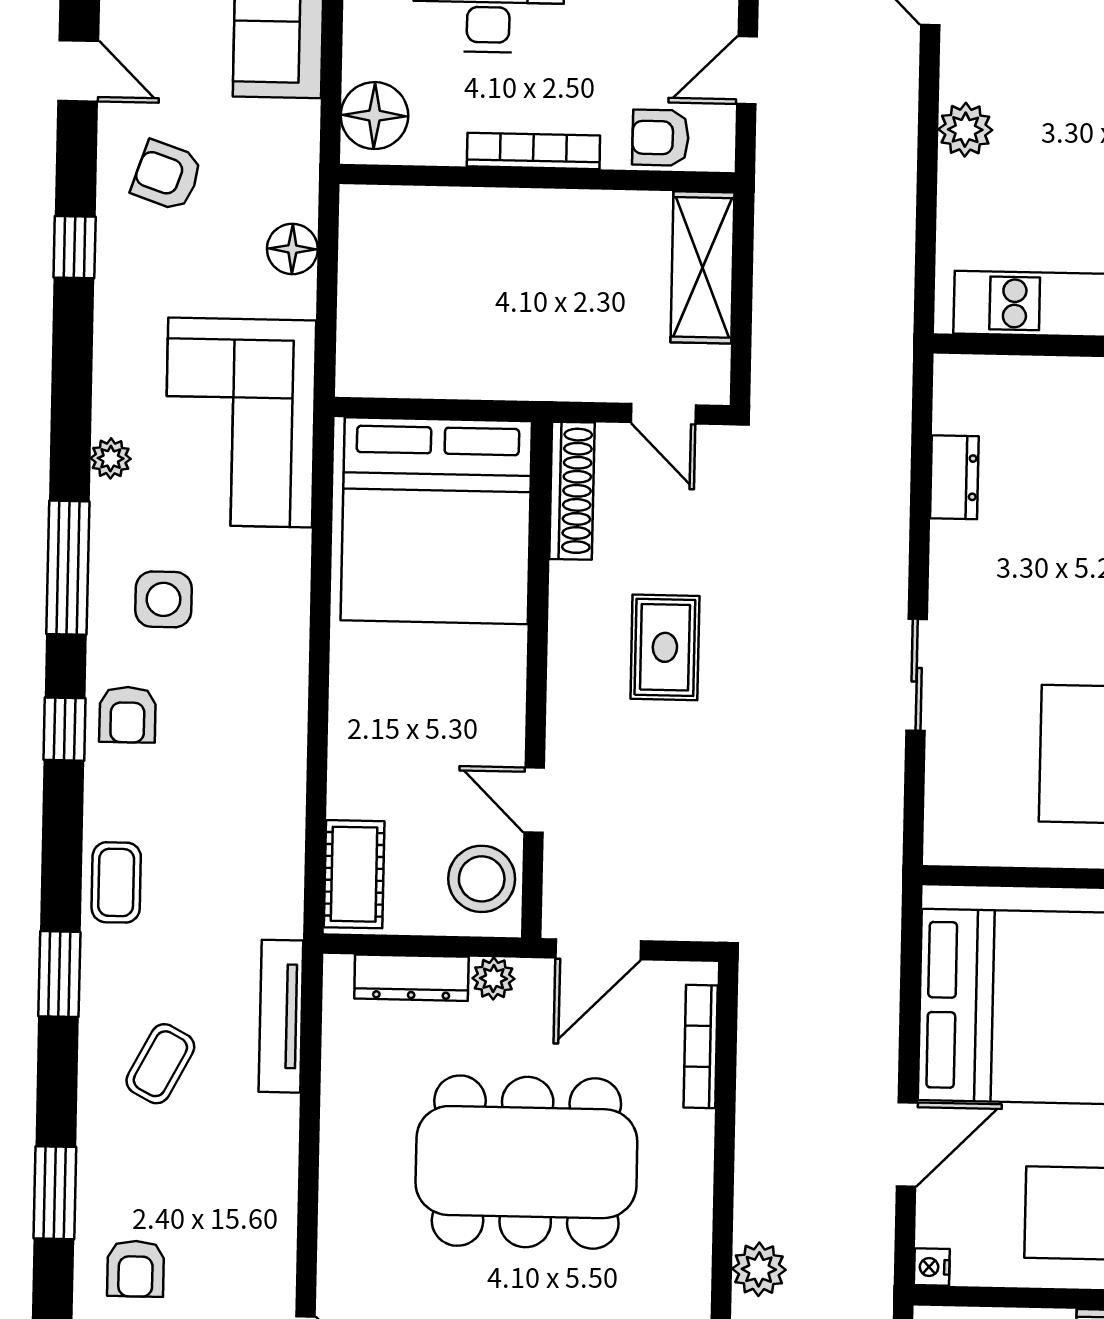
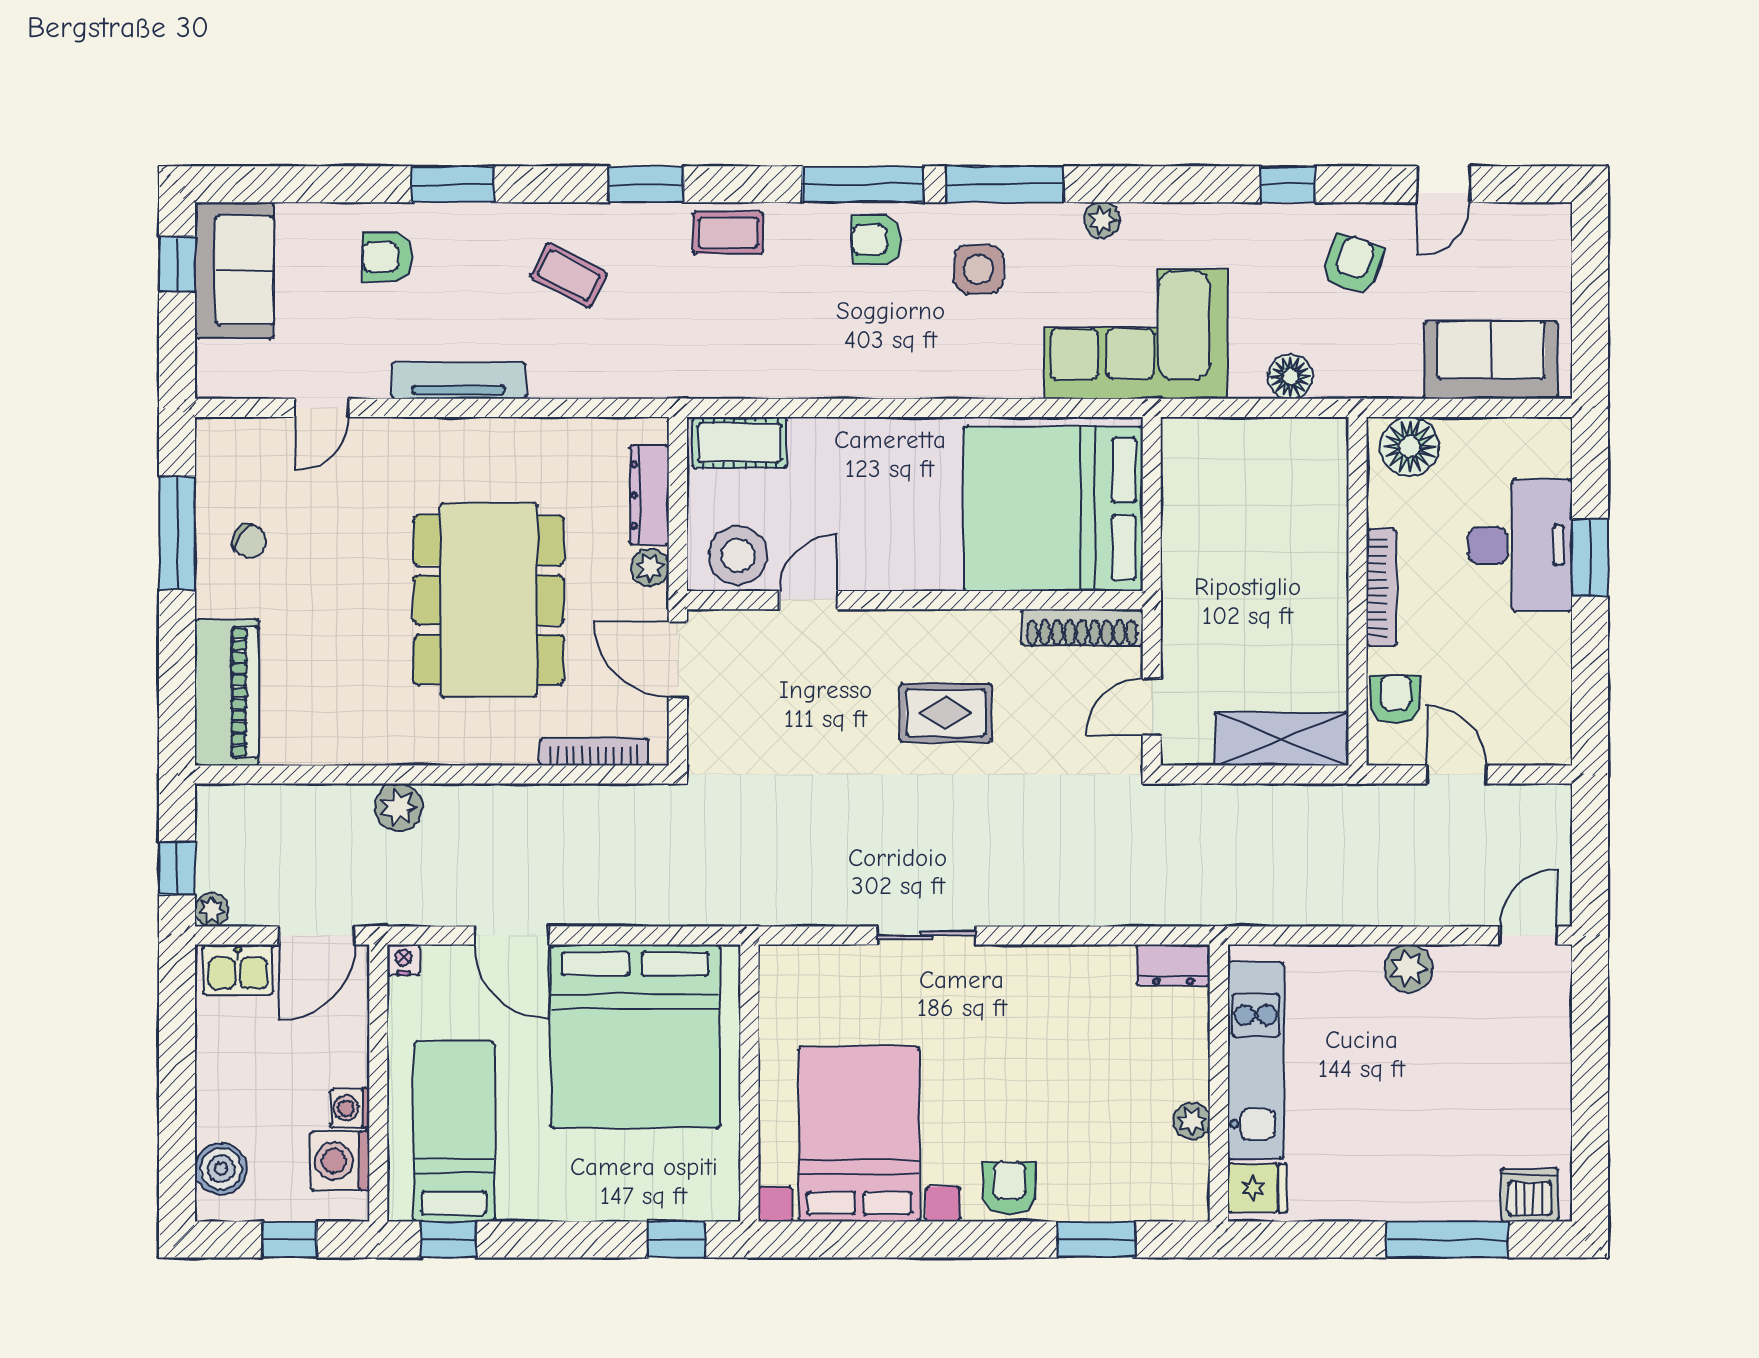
dresser: (954, 477) -> (1173, 965), moved
window: (65, 729) -> (862, 184), width x2.17
tv unit: (281, 1016) -> (459, 381), moved

